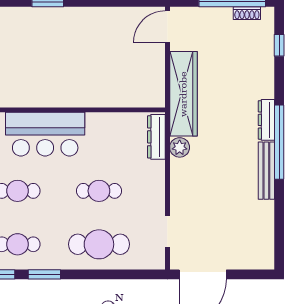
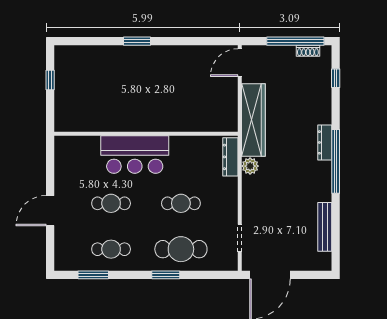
bench: (266, 171) -> (325, 227), moved
window: (44, 274) -> (166, 275), moved

